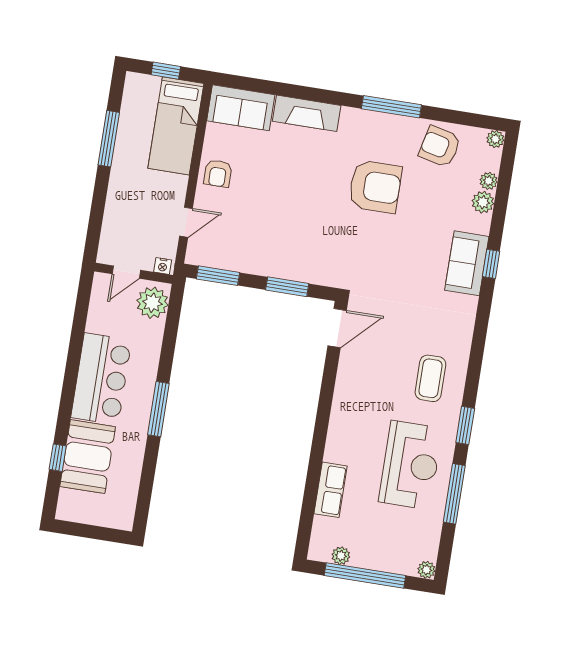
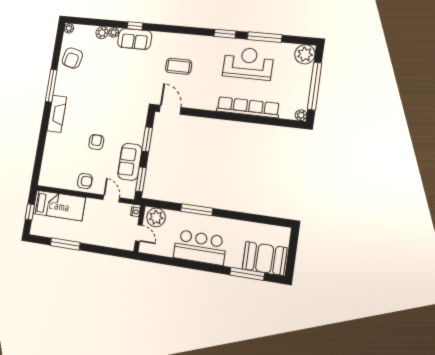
sofa: (241, 108) -> (130, 162), moved, turned 180
fireplace: (307, 113) -> (57, 114), moved
plant: (489, 181) -> (114, 32), moved
armchair: (375, 187) -> (96, 142), moved, width x0.53, depth x0.53
coffee table: (430, 378) -> (179, 66), moved
window: (158, 409) -> (197, 210), moved
booth: (88, 457) -> (265, 258), moved
window: (58, 458) -> (247, 274), width x2.17
row of seats: (331, 490) -> (248, 107), width x2.02
plant: (341, 556) -> (301, 115), moved
plant: (426, 570) -> (305, 54), width x1.88, depth x1.88

